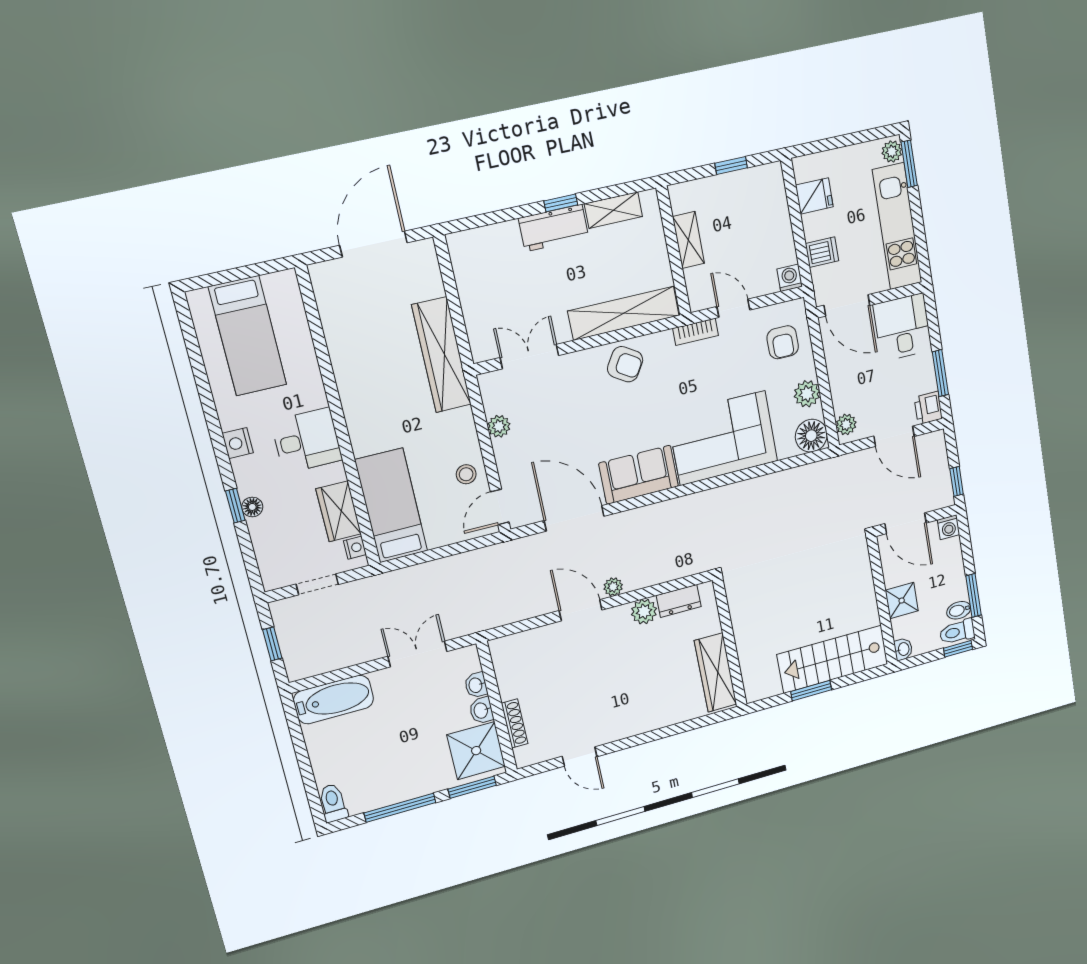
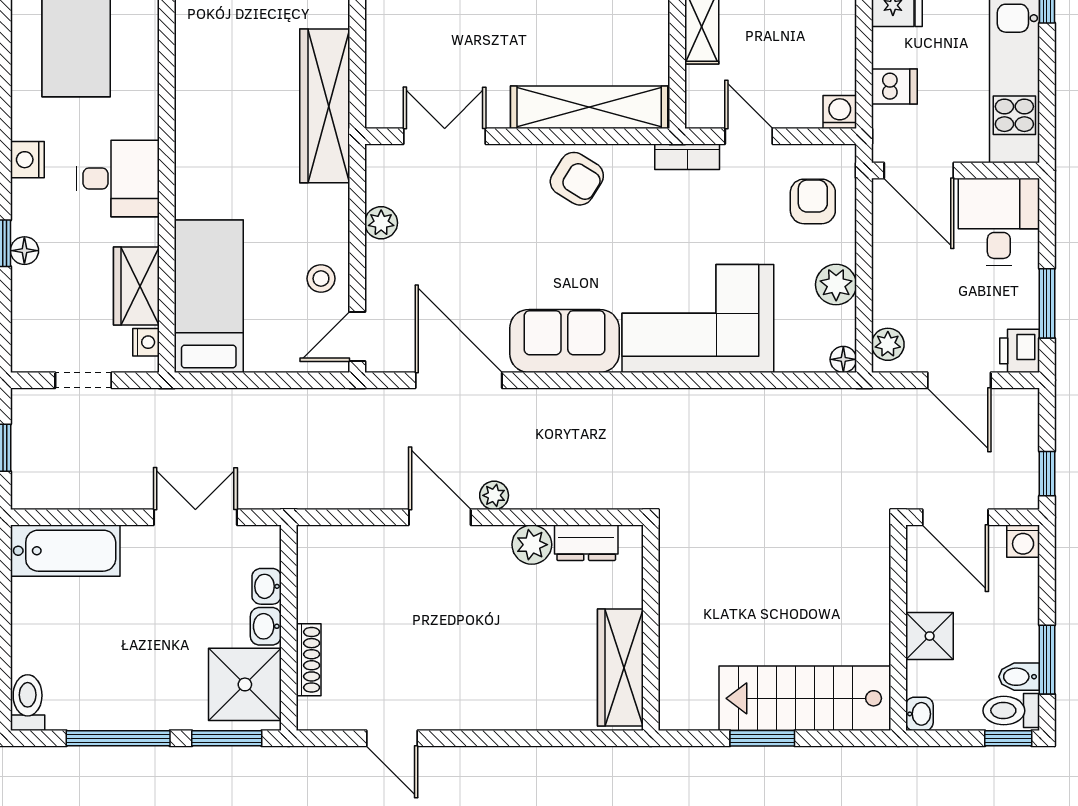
armchair: (783, 342) -> (813, 201), turned 180
floor lamp: (811, 436) -> (843, 359), width x0.53, depth x0.53

